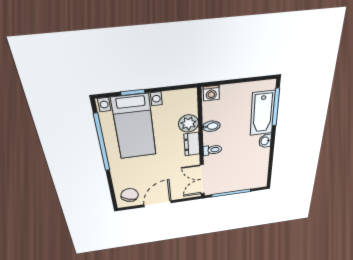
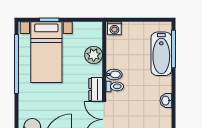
bidet: (211, 126) -> (114, 74), moved
washbasin: (265, 141) -> (166, 101), moved
dresser: (192, 144) -> (96, 89), moved

